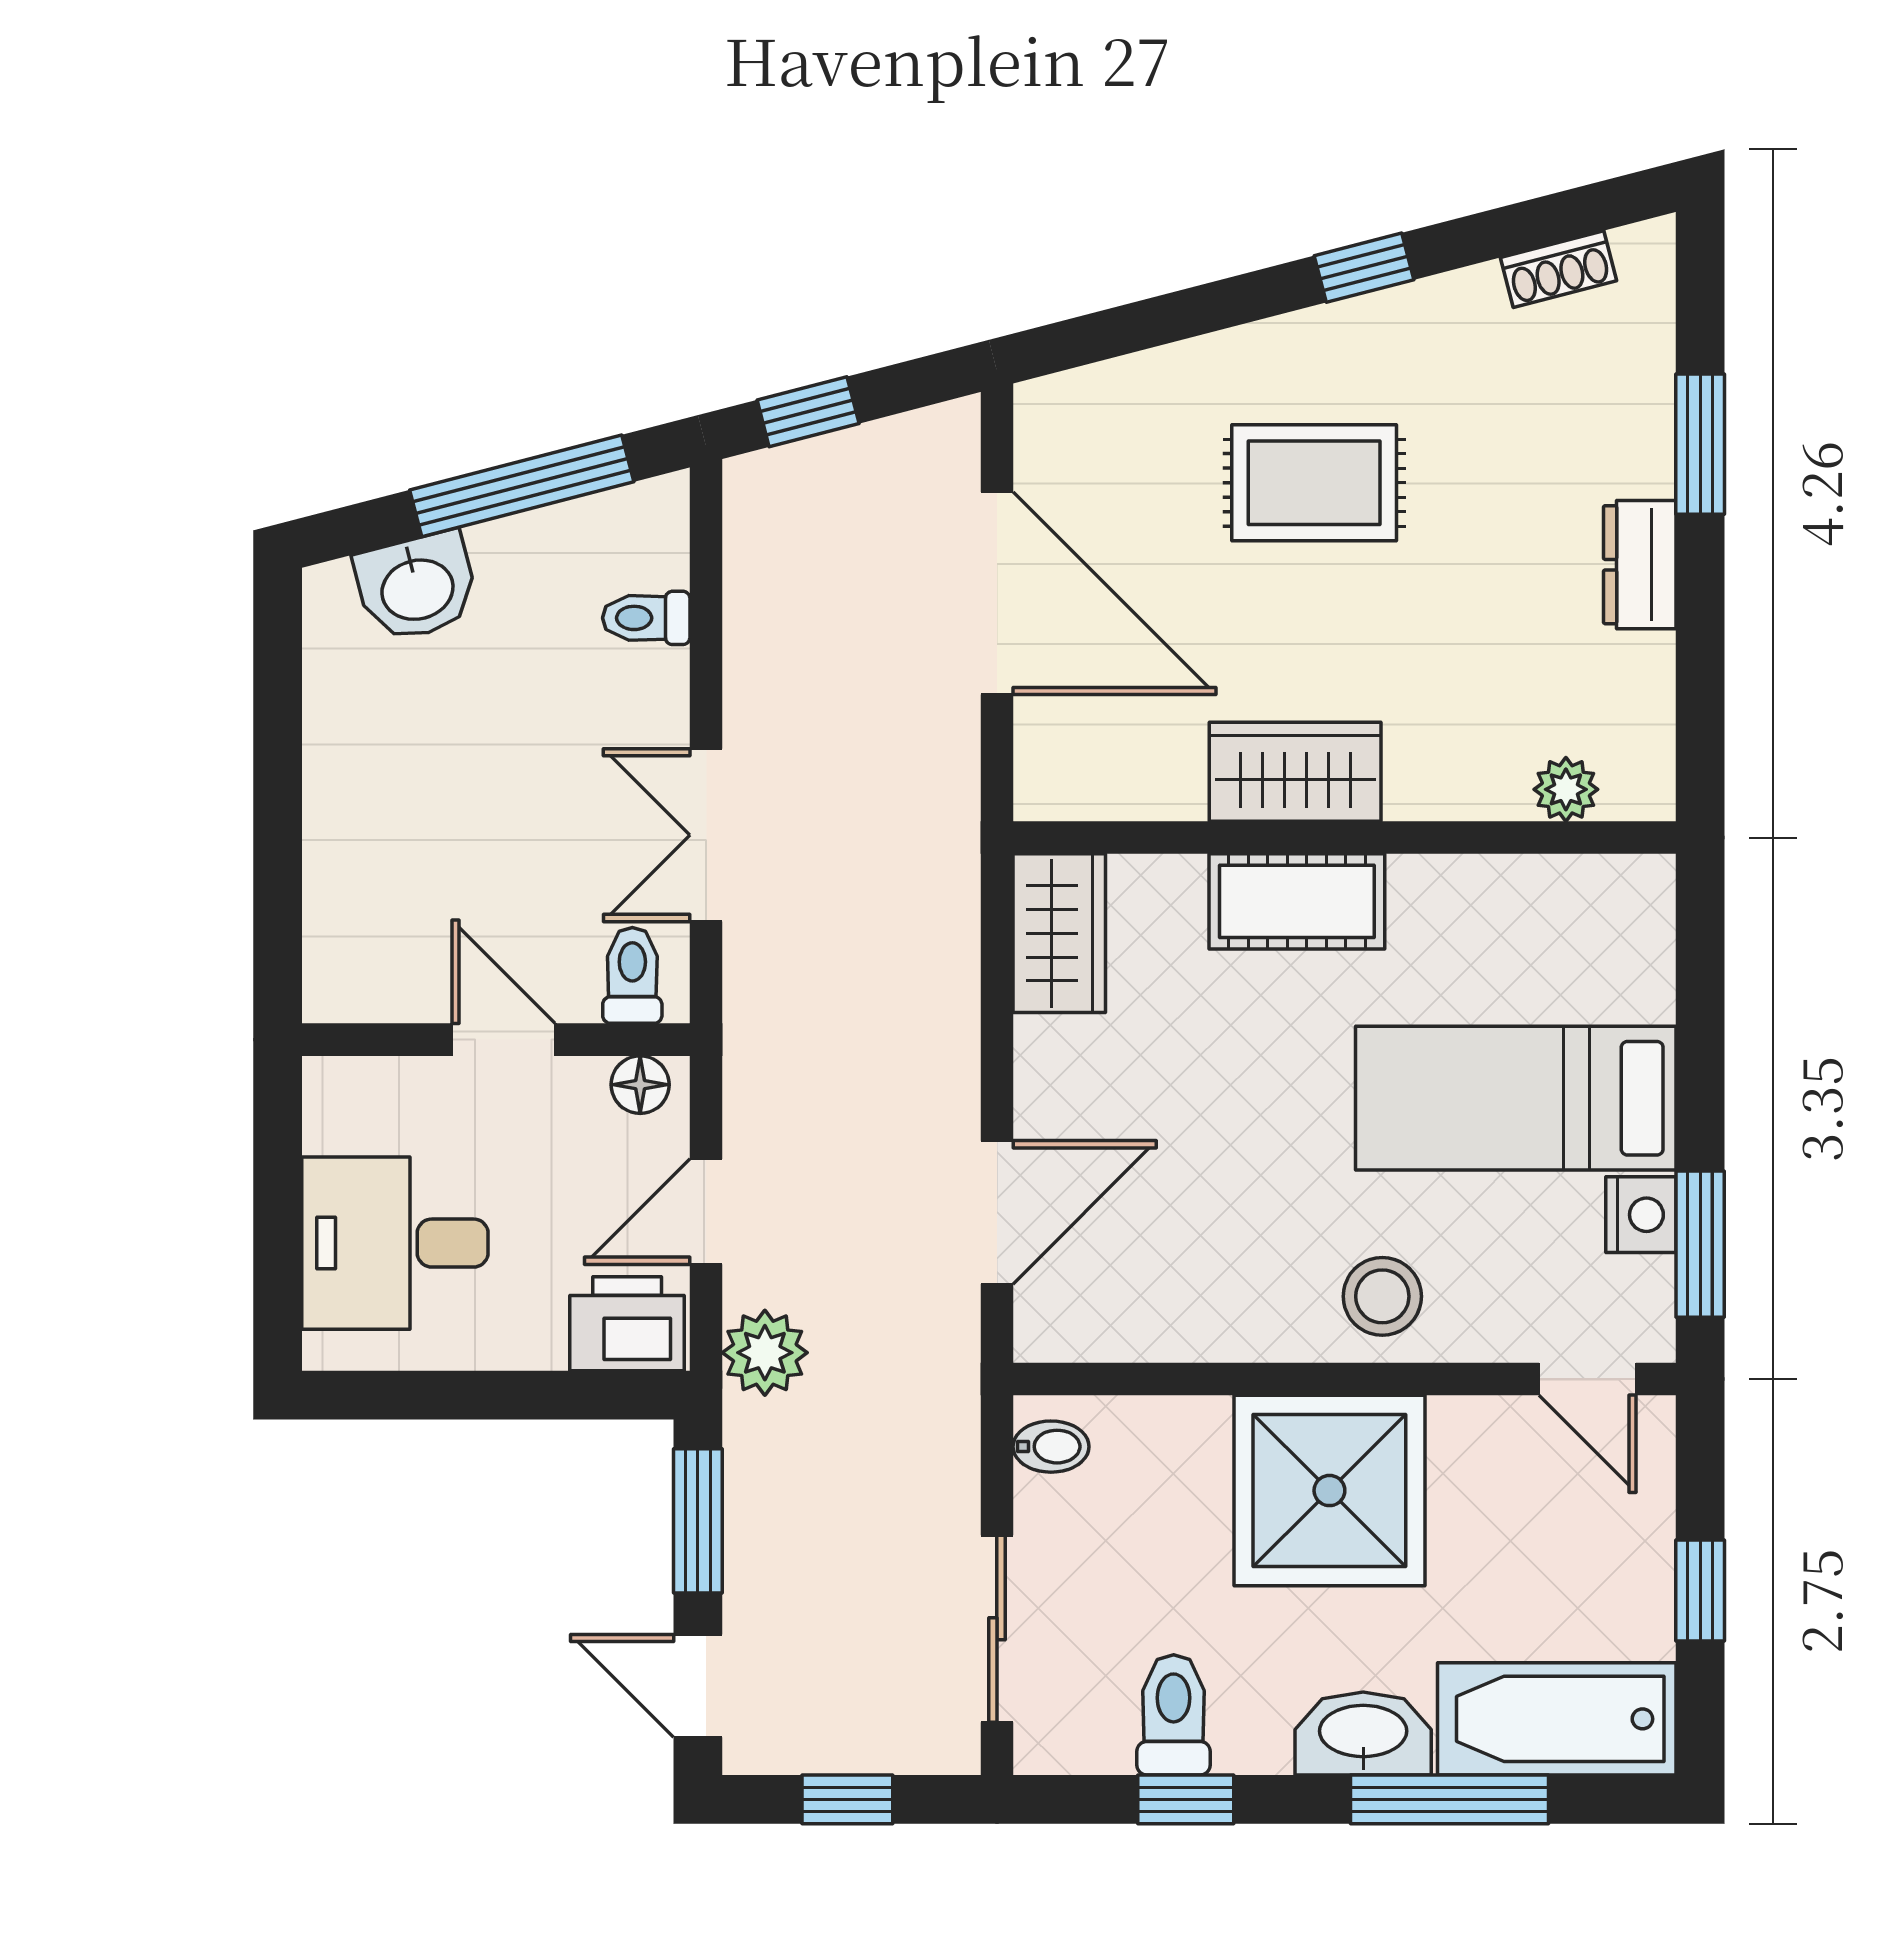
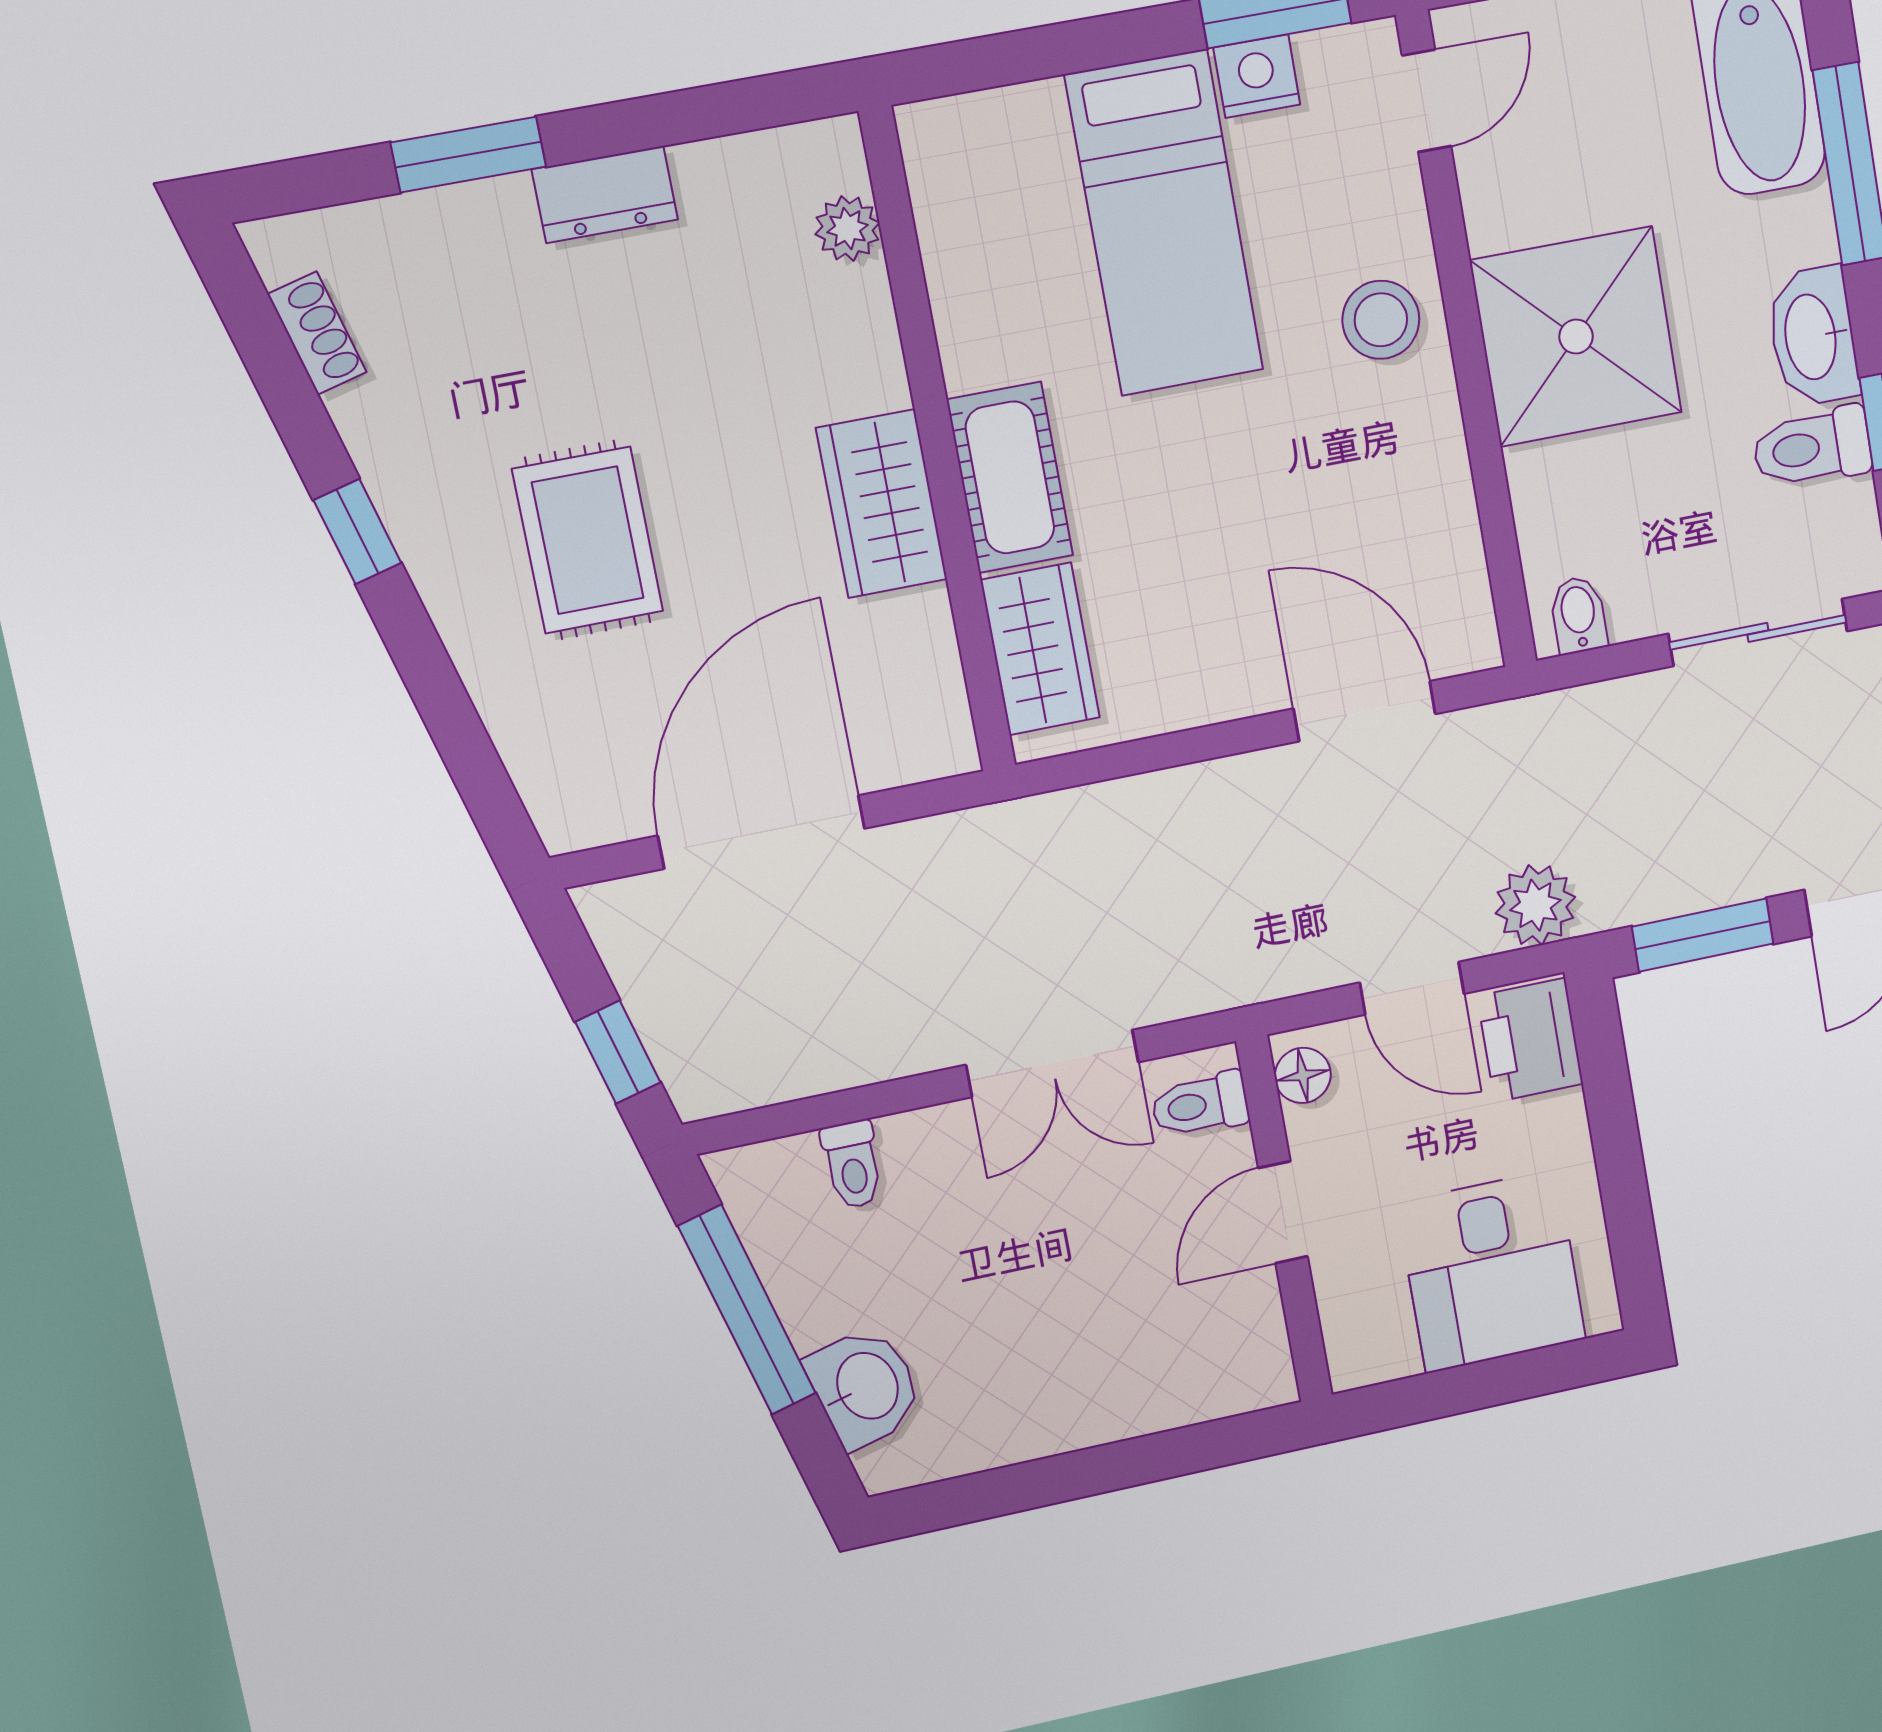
wardrobe: (1059, 933) -> (1040, 649), moved, turned 90
washbasin: (1363, 1733) -> (1813, 337), moved

